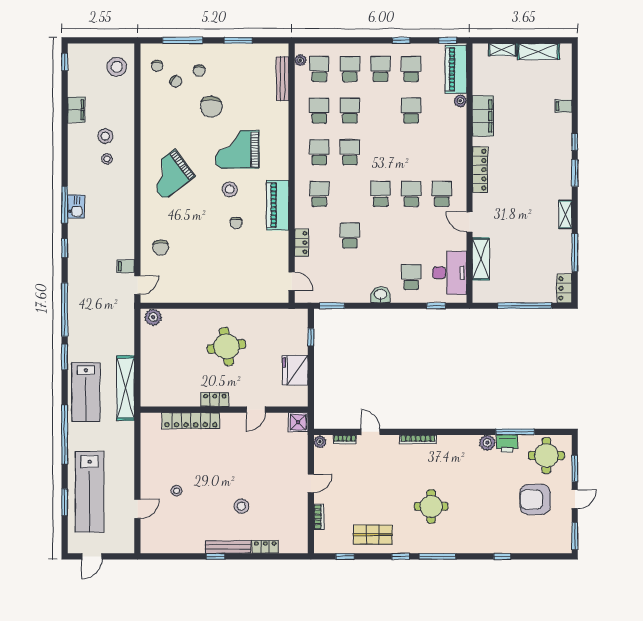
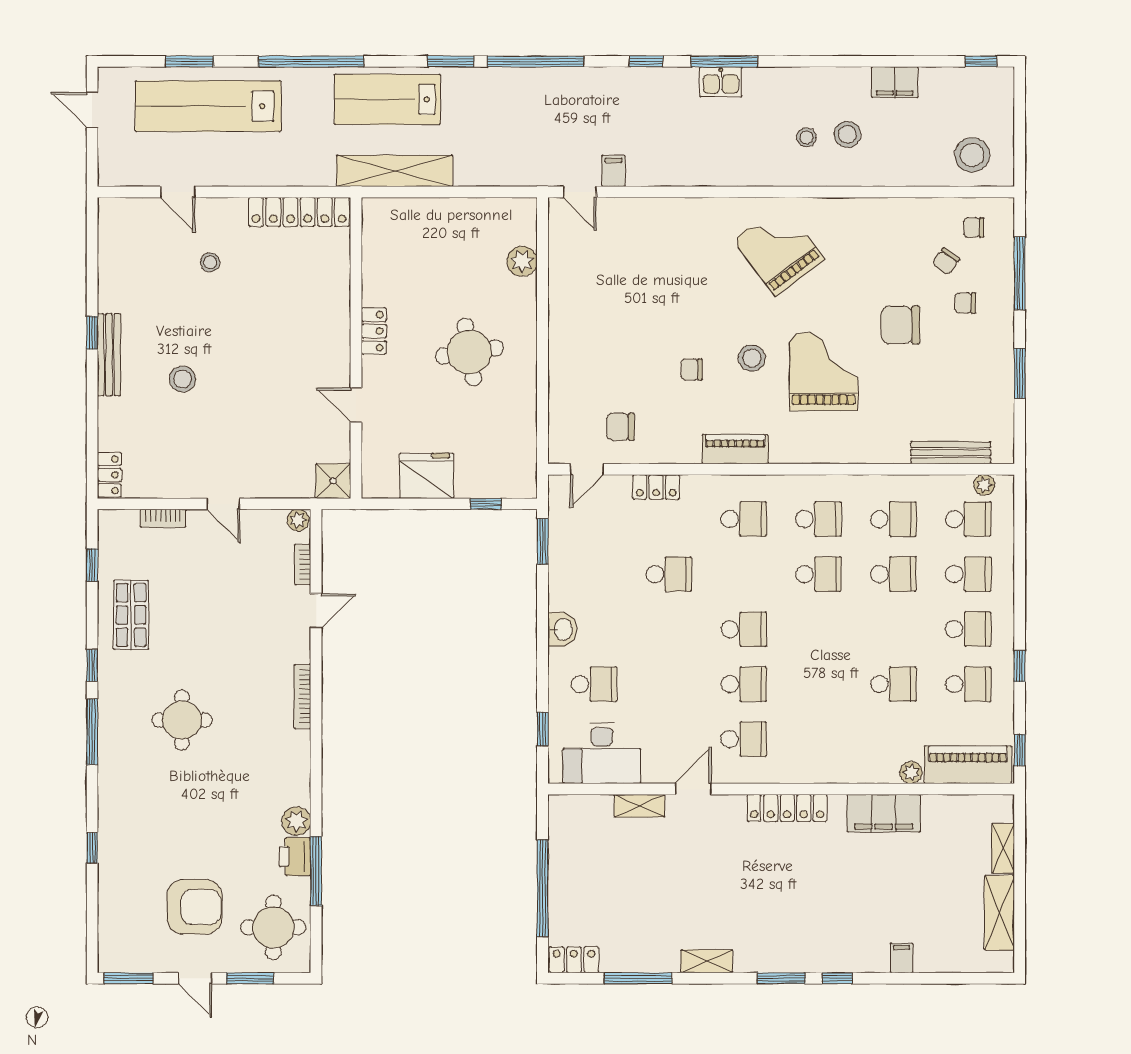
piano: (278, 205) -> (735, 449), width x0.73, depth x0.75
chair: (161, 248) -> (620, 427), moved
shelving: (481, 259) -> (640, 806), width x0.67, depth x0.75
plant: (153, 317) -> (522, 261), moved
locker: (191, 421) -> (299, 212), moved, turned -90
armchair: (535, 499) -> (194, 907), turned 90
locker: (265, 547) -> (109, 475), moved

